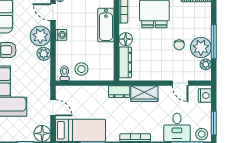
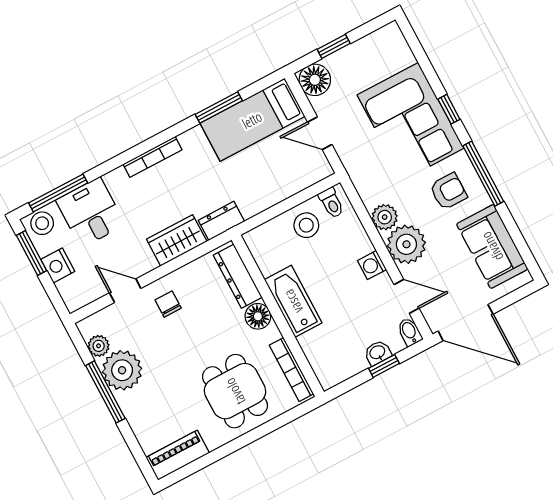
bathtub: (106, 25) -> (293, 301), moved
chair: (179, 45) -> (168, 304), moved
nightstand: (205, 95) -> (58, 265), moved

